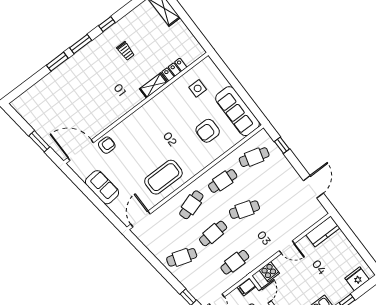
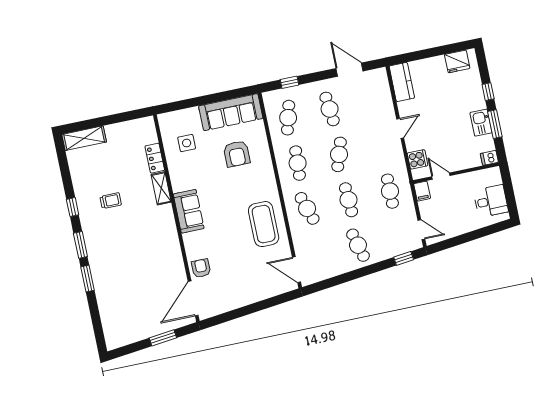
cafe table: (276, 186) -> (330, 109), added
sofa: (102, 187) -> (189, 211), moved, turned 96
cafe table: (182, 257) -> (358, 245), turned -33
fridge: (357, 279) -> (457, 61), moved, turned -90

